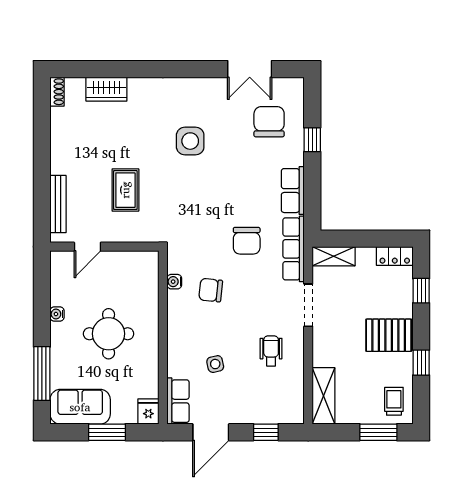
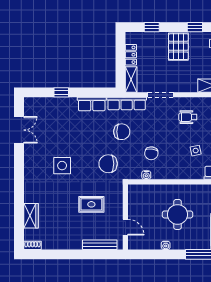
chair: (269, 122) -> (108, 164), moved
locker: (395, 256) -> (131, 55), moved

